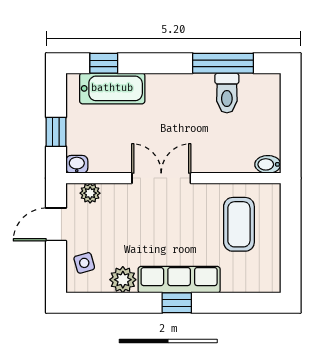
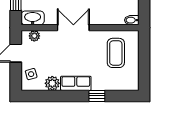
washbasin: (77, 164) -> (33, 18), width x1.91, depth x1.45
row of seats: (179, 280) -> (76, 83), width x0.68
window: (177, 303) -> (97, 96), moved

